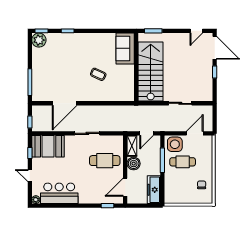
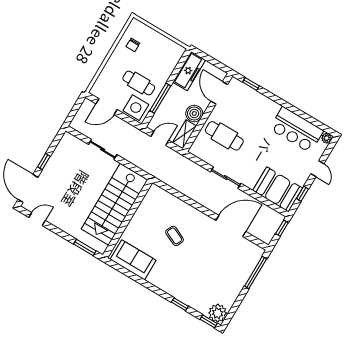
sofa: (125, 48) -> (133, 260), moved, turned -90
door: (125, 187) -> (219, 93), swing flipped

